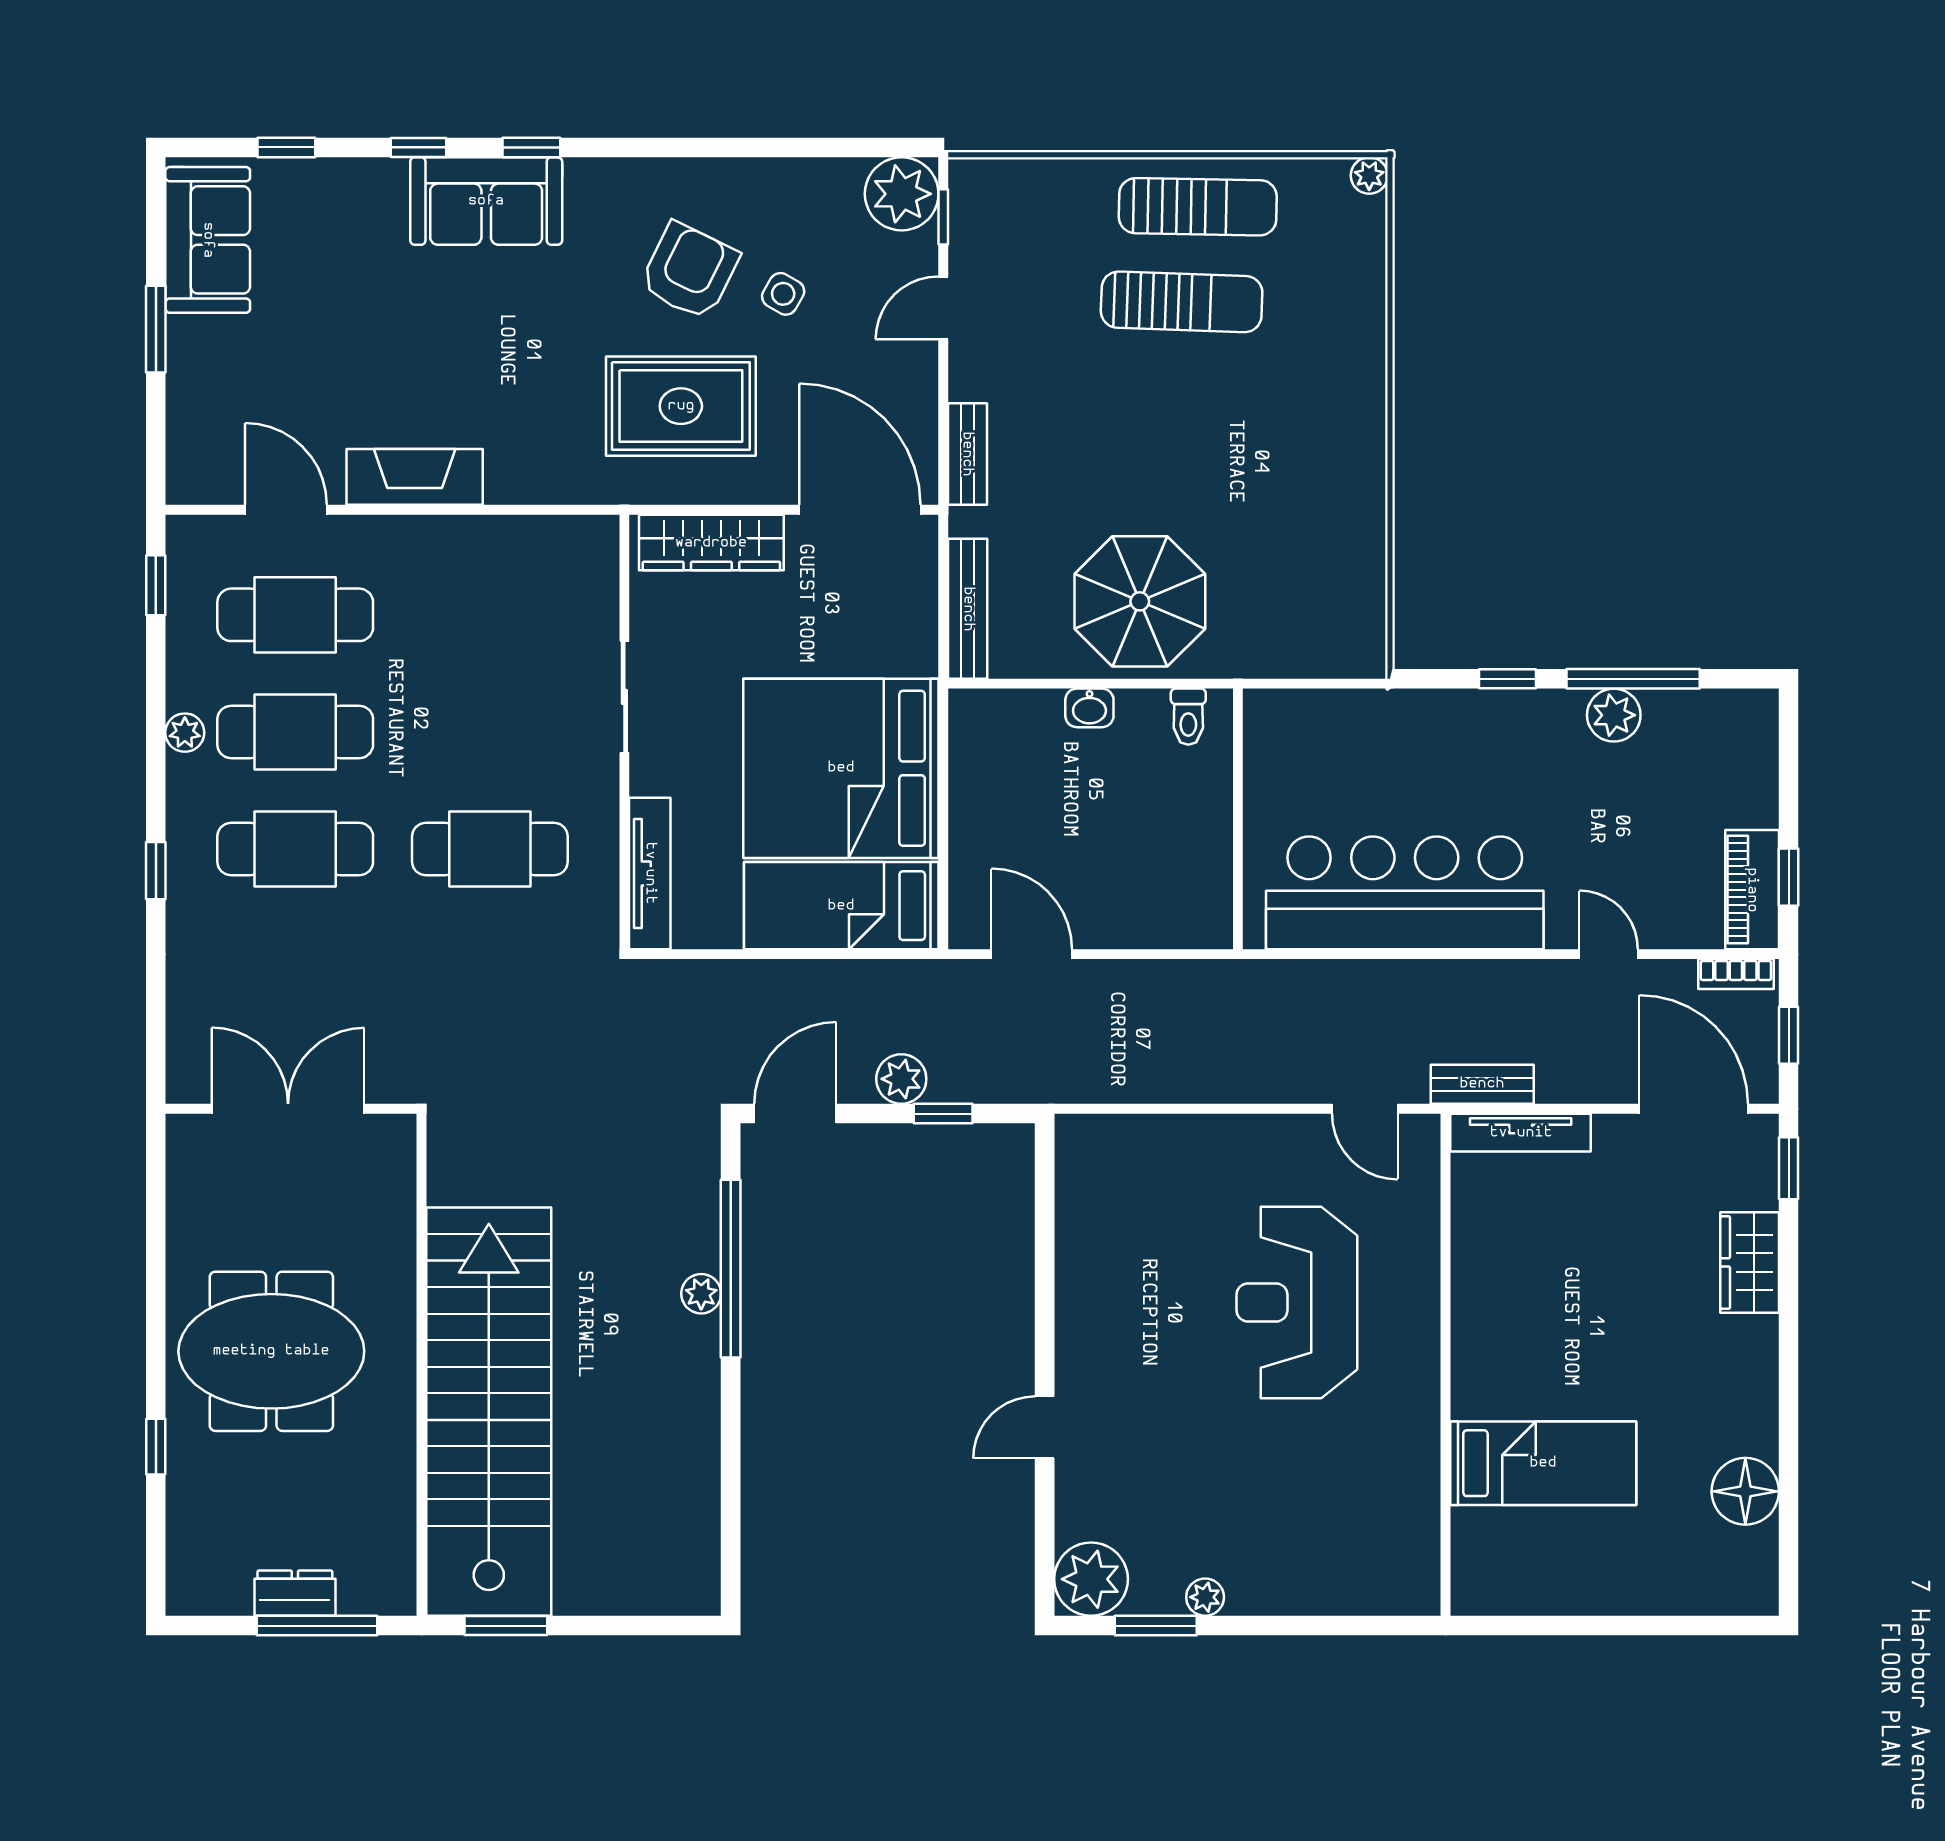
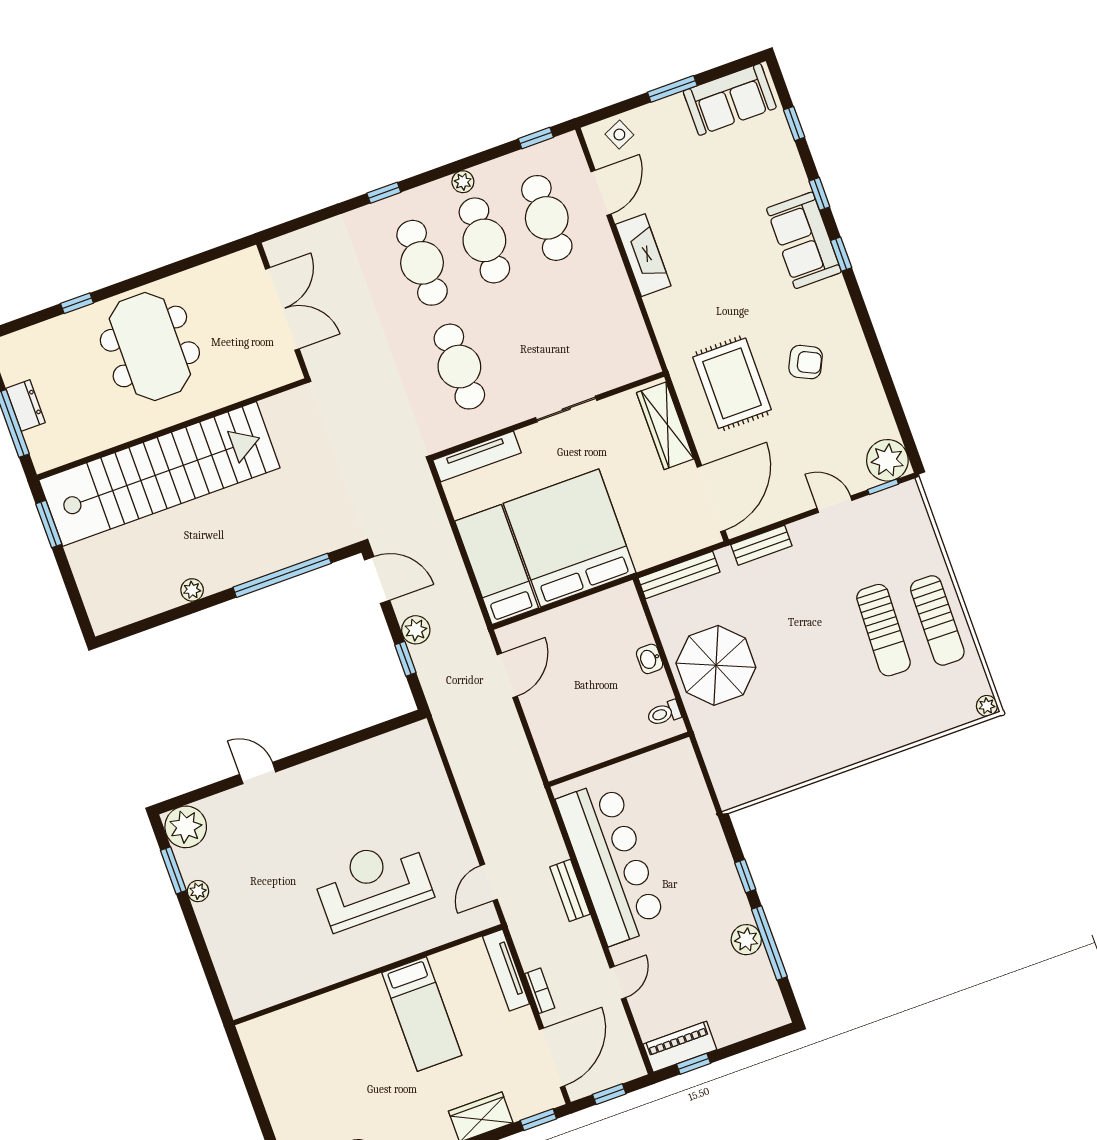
armchair: (689, 271) -> (806, 362), width x0.72, depth x0.72
side table: (783, 294) -> (619, 135), moved, turned 36
bookcase: (1736, 974) -> (540, 991), moved, turned 180
bench: (1482, 1084) -> (570, 890), moved
plant: (701, 1294) -> (192, 590), moved
bed: (1543, 1463) -> (422, 1014), moved

